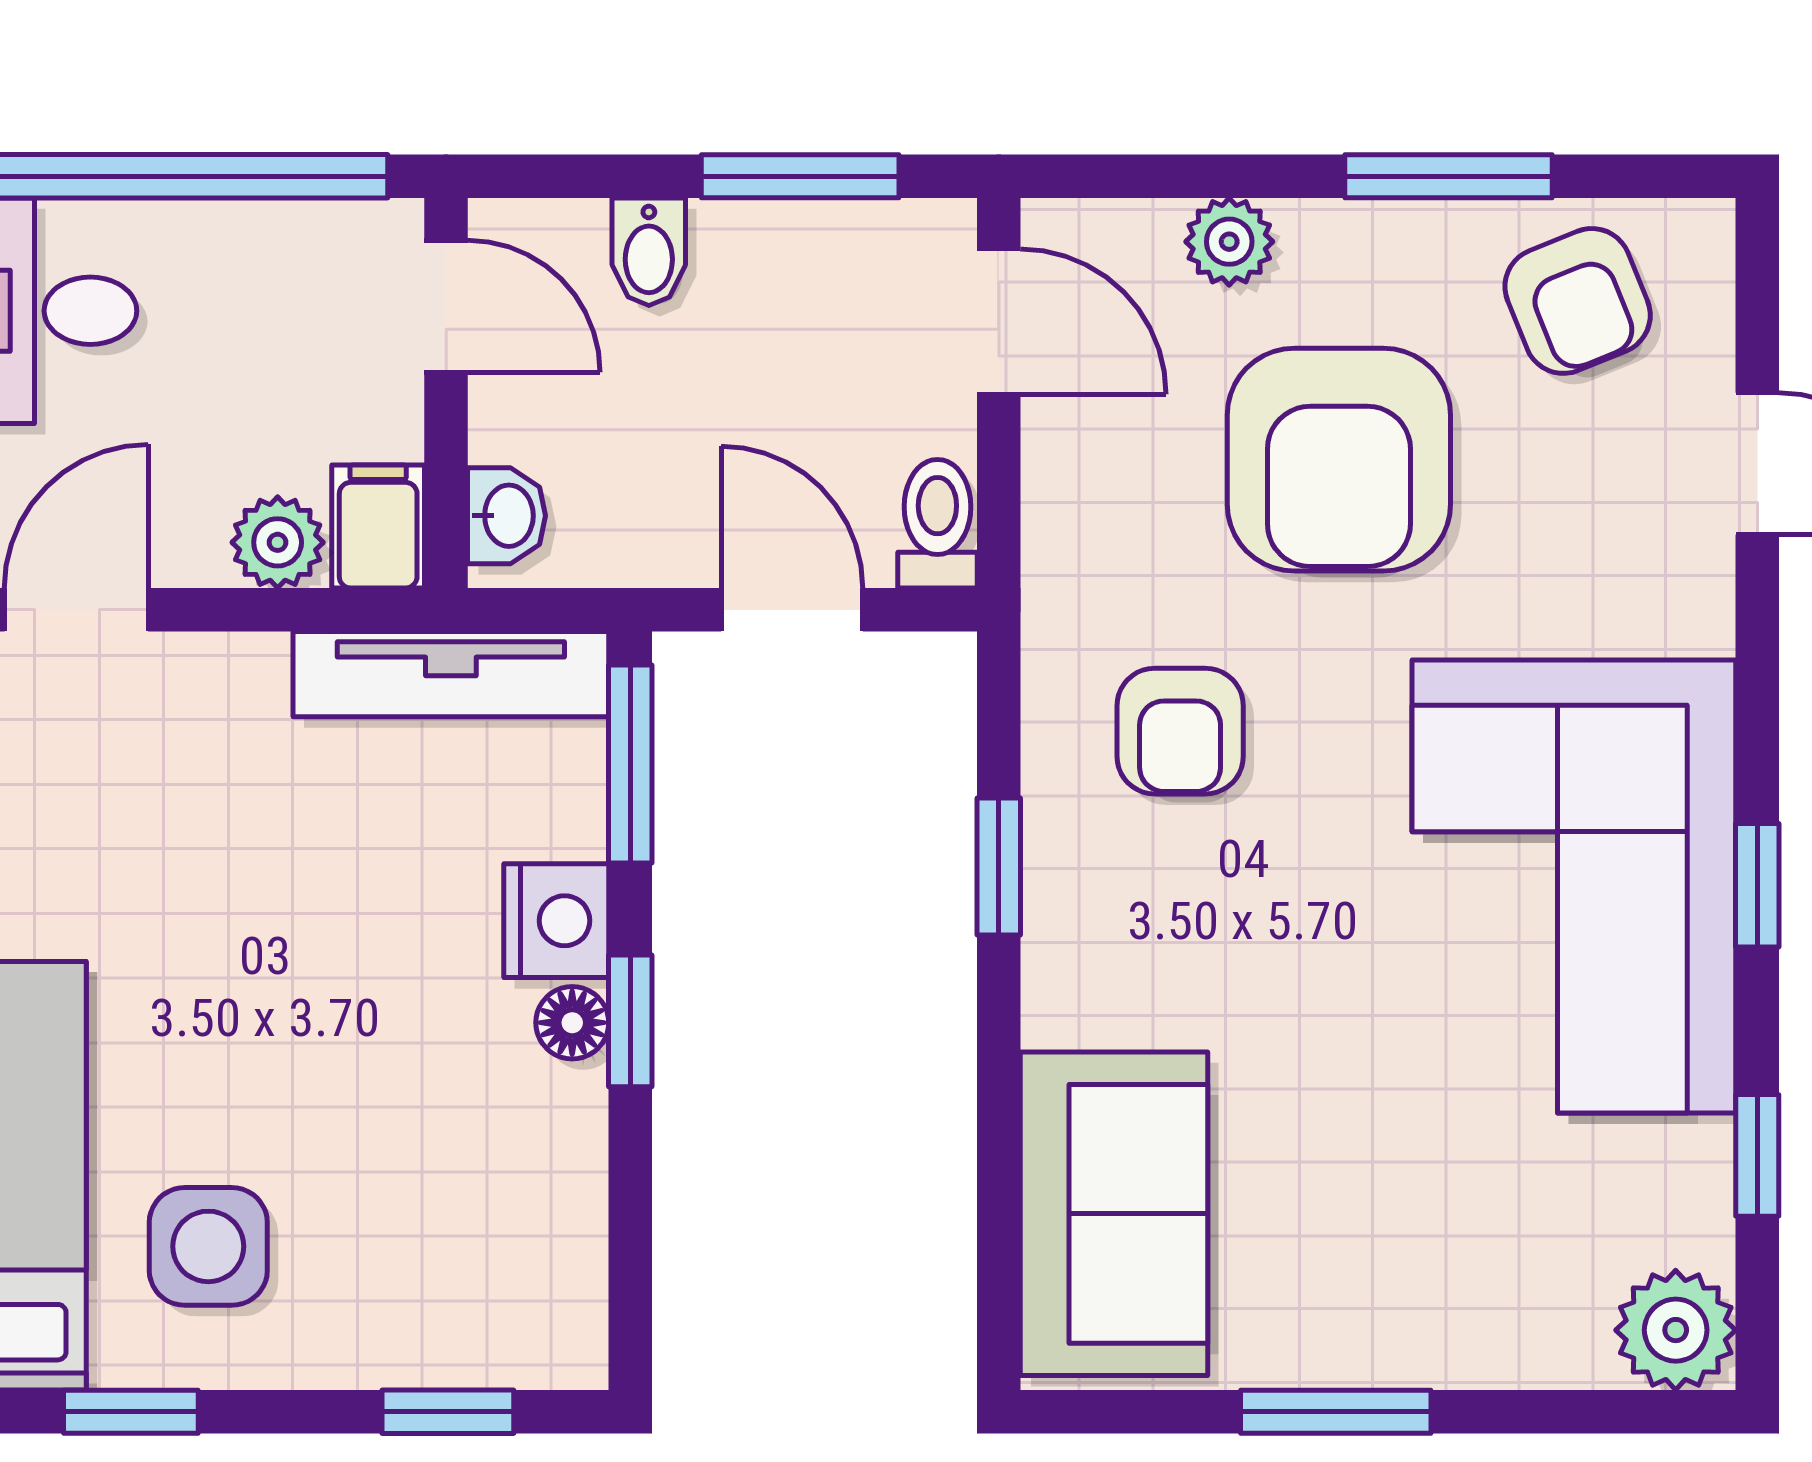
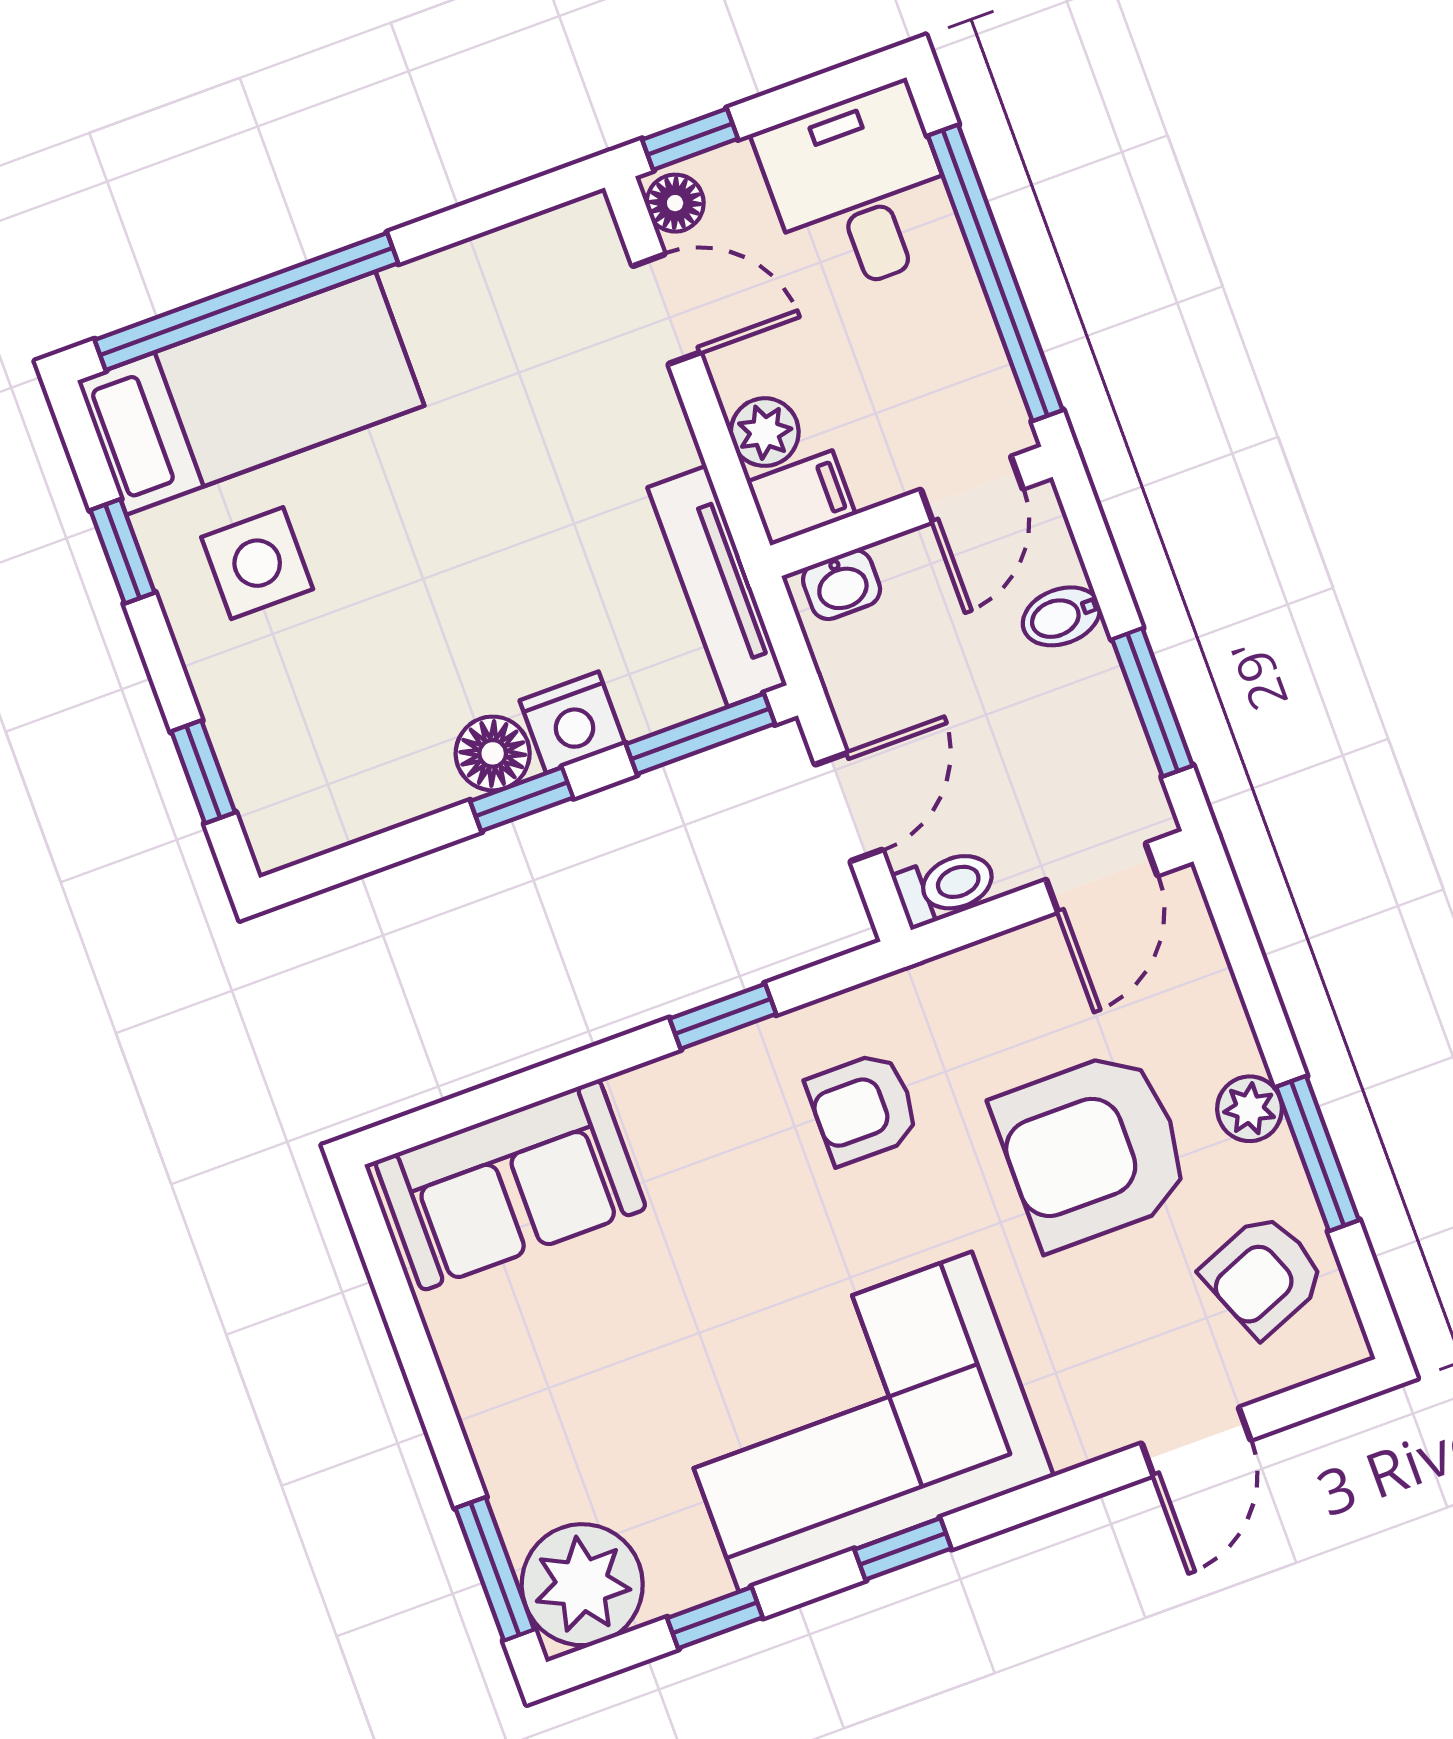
plant: (1229, 242) -> (1250, 1109), moved
floor lamp: (572, 1023) -> (493, 753), width x1.37, depth x1.37
plant: (1676, 1330) -> (582, 1585), width x1.36, depth x1.36
window: (1336, 1412) -> (495, 1569), moved

